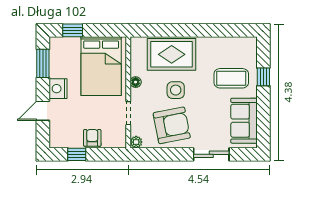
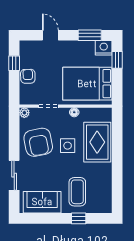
nightstand: (58, 89) -> (104, 48), moved
armchair: (92, 138) -> (28, 76), turned -91

